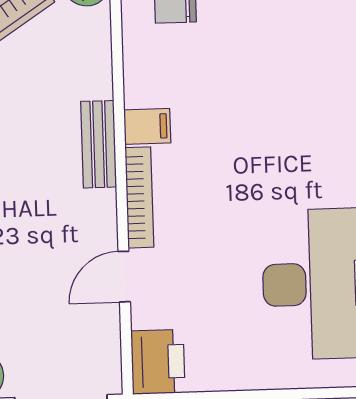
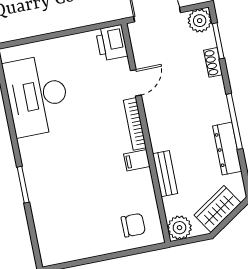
bench: (99, 144) -> (165, 174), moved

